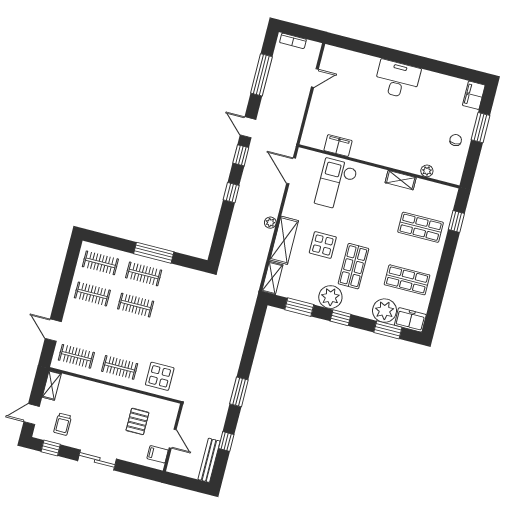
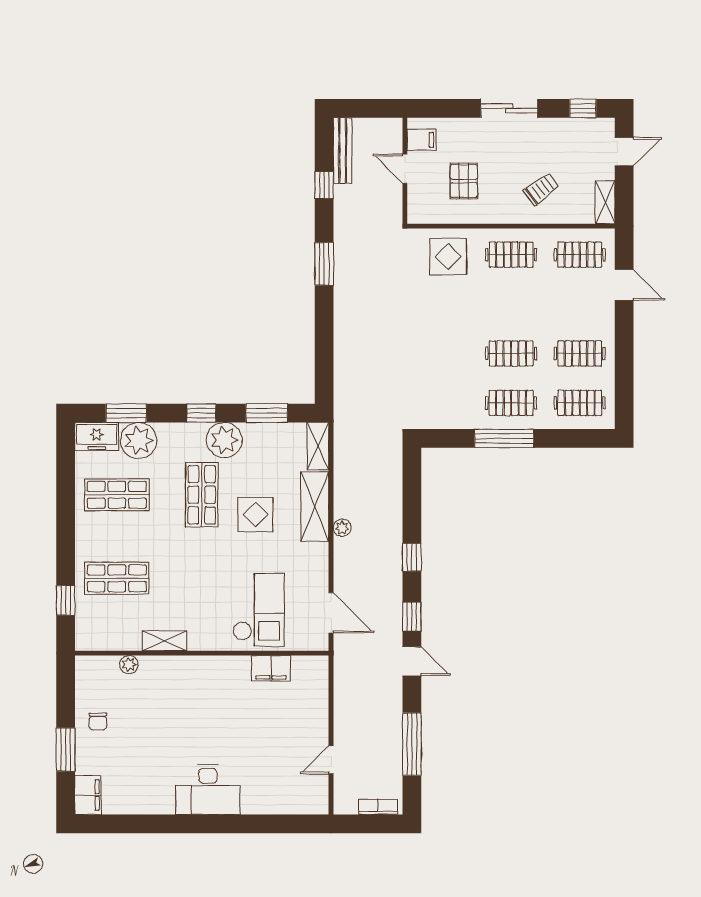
trolley: (63, 424) -> (541, 189), moved, turned 53

